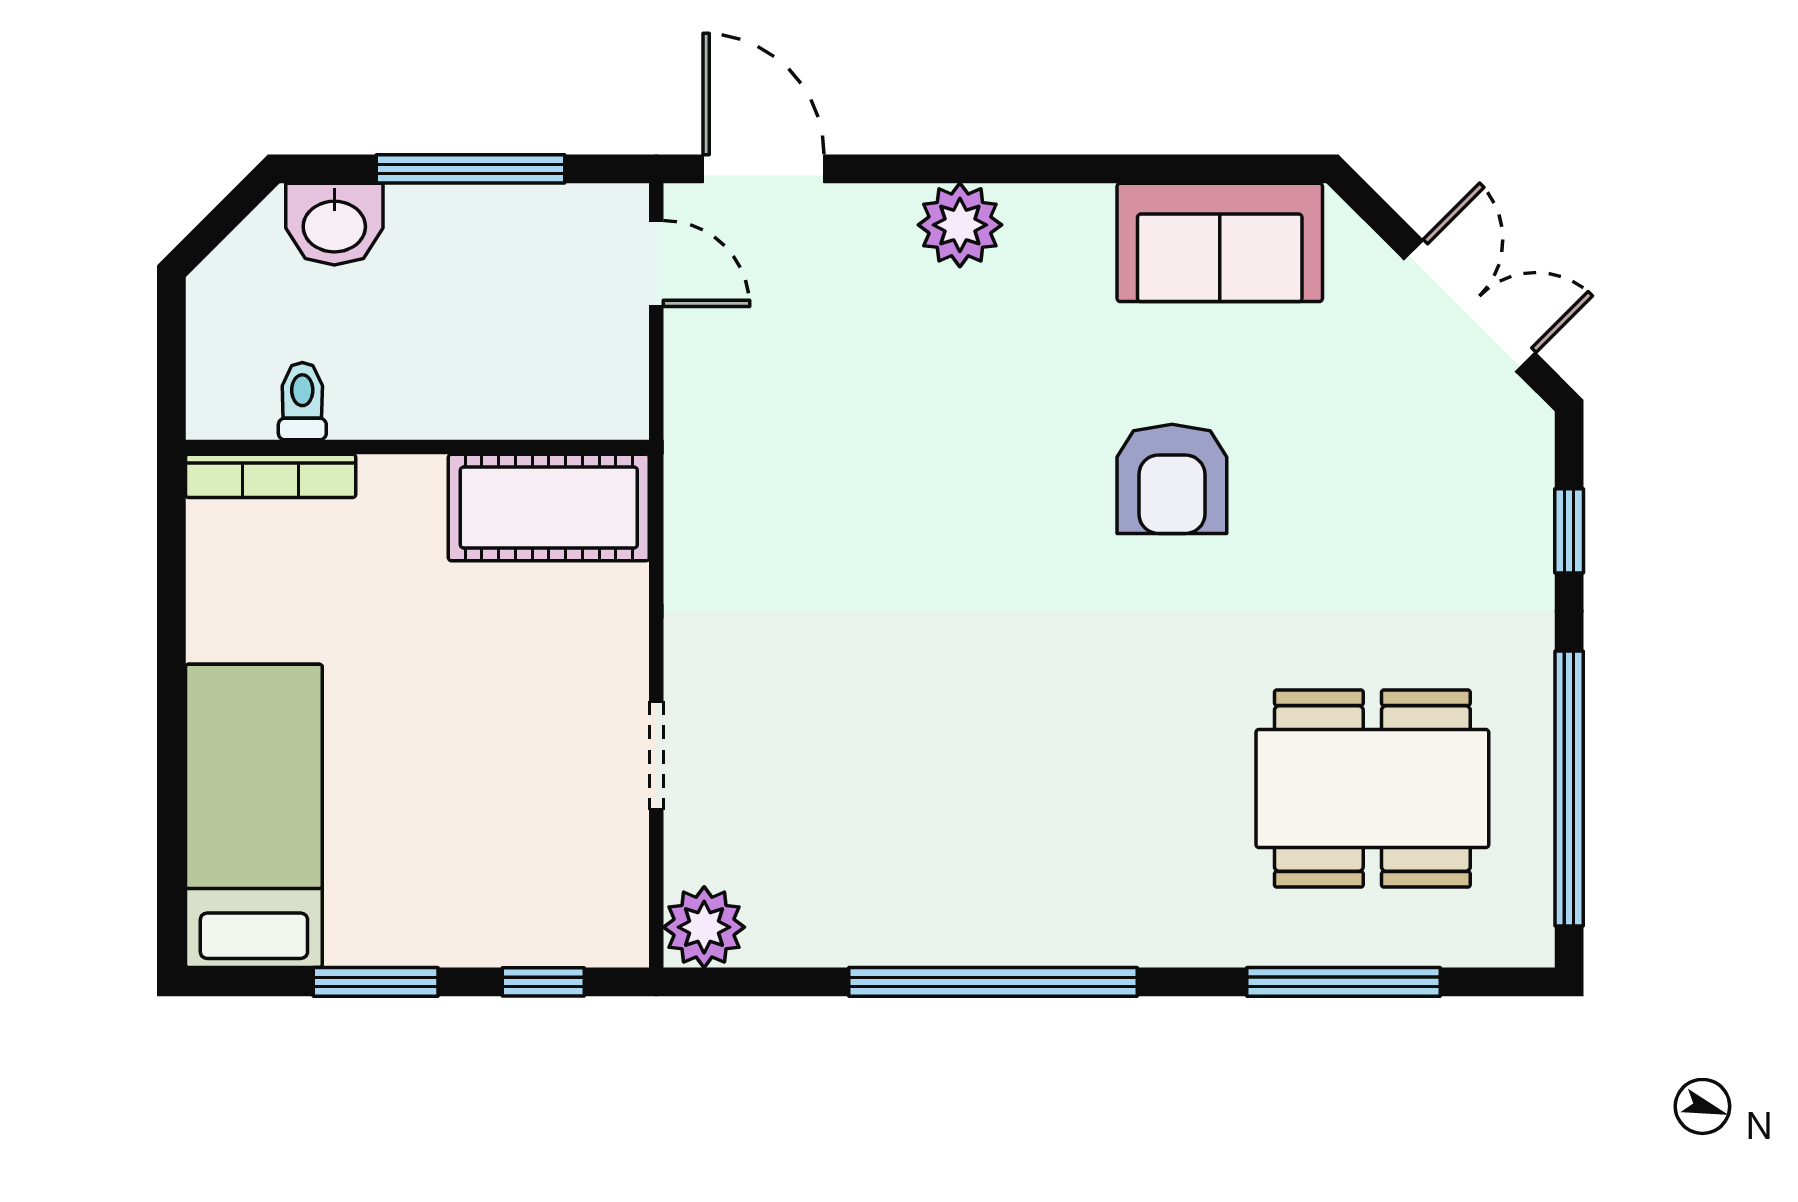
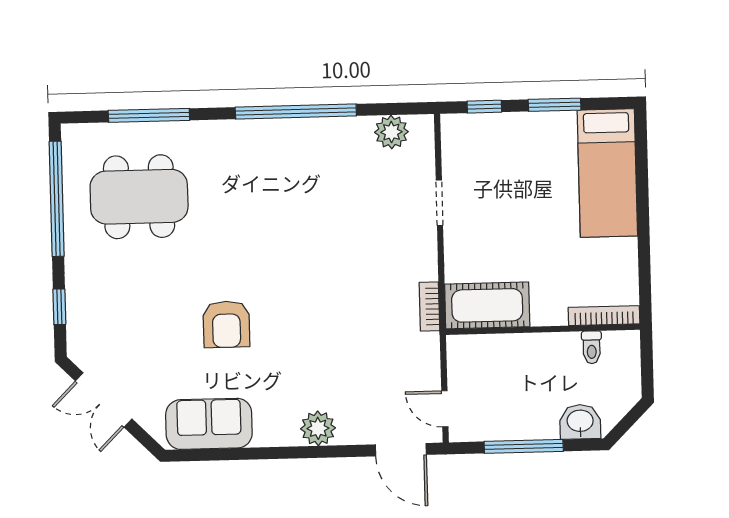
armchair: (1172, 479) -> (226, 324), turned 180
bookcase: (687, 508) -> (429, 307), added
plant: (704, 927) -> (391, 132), moved

